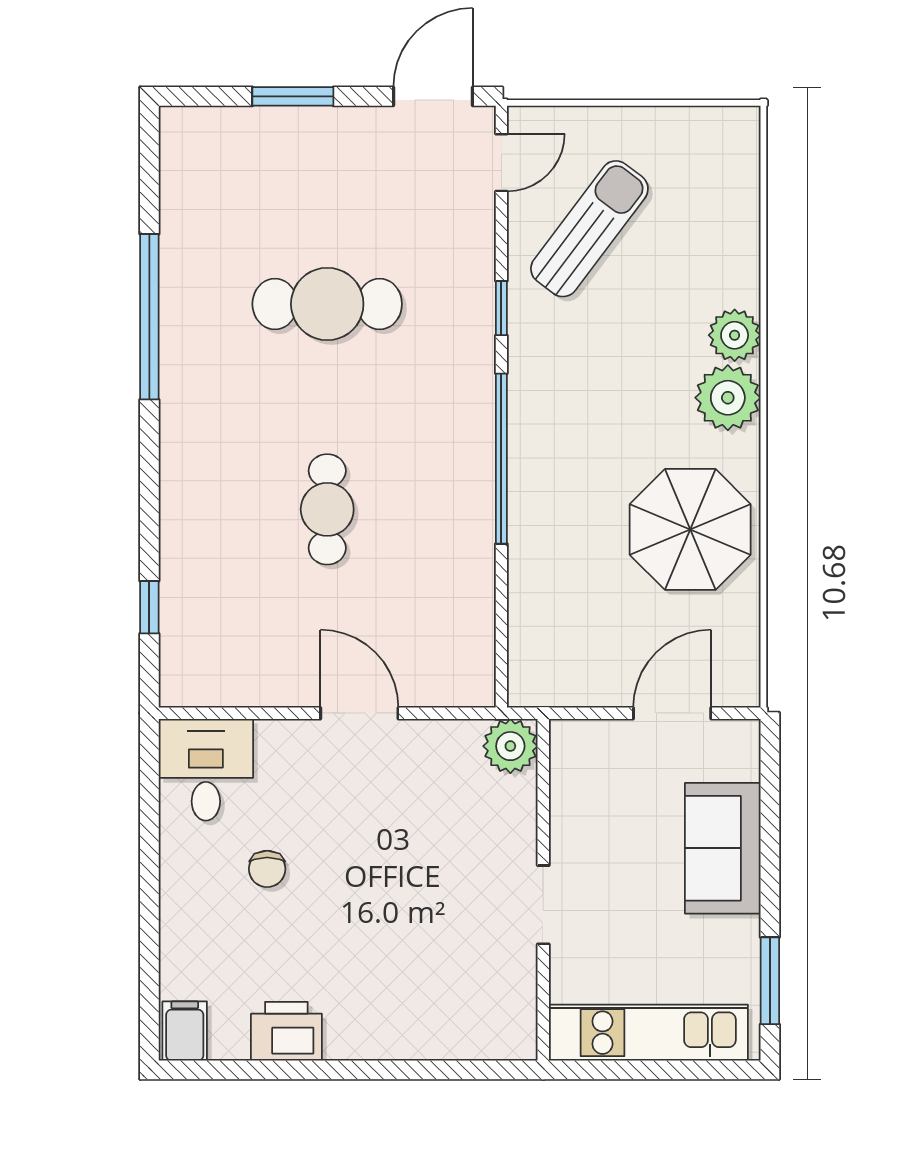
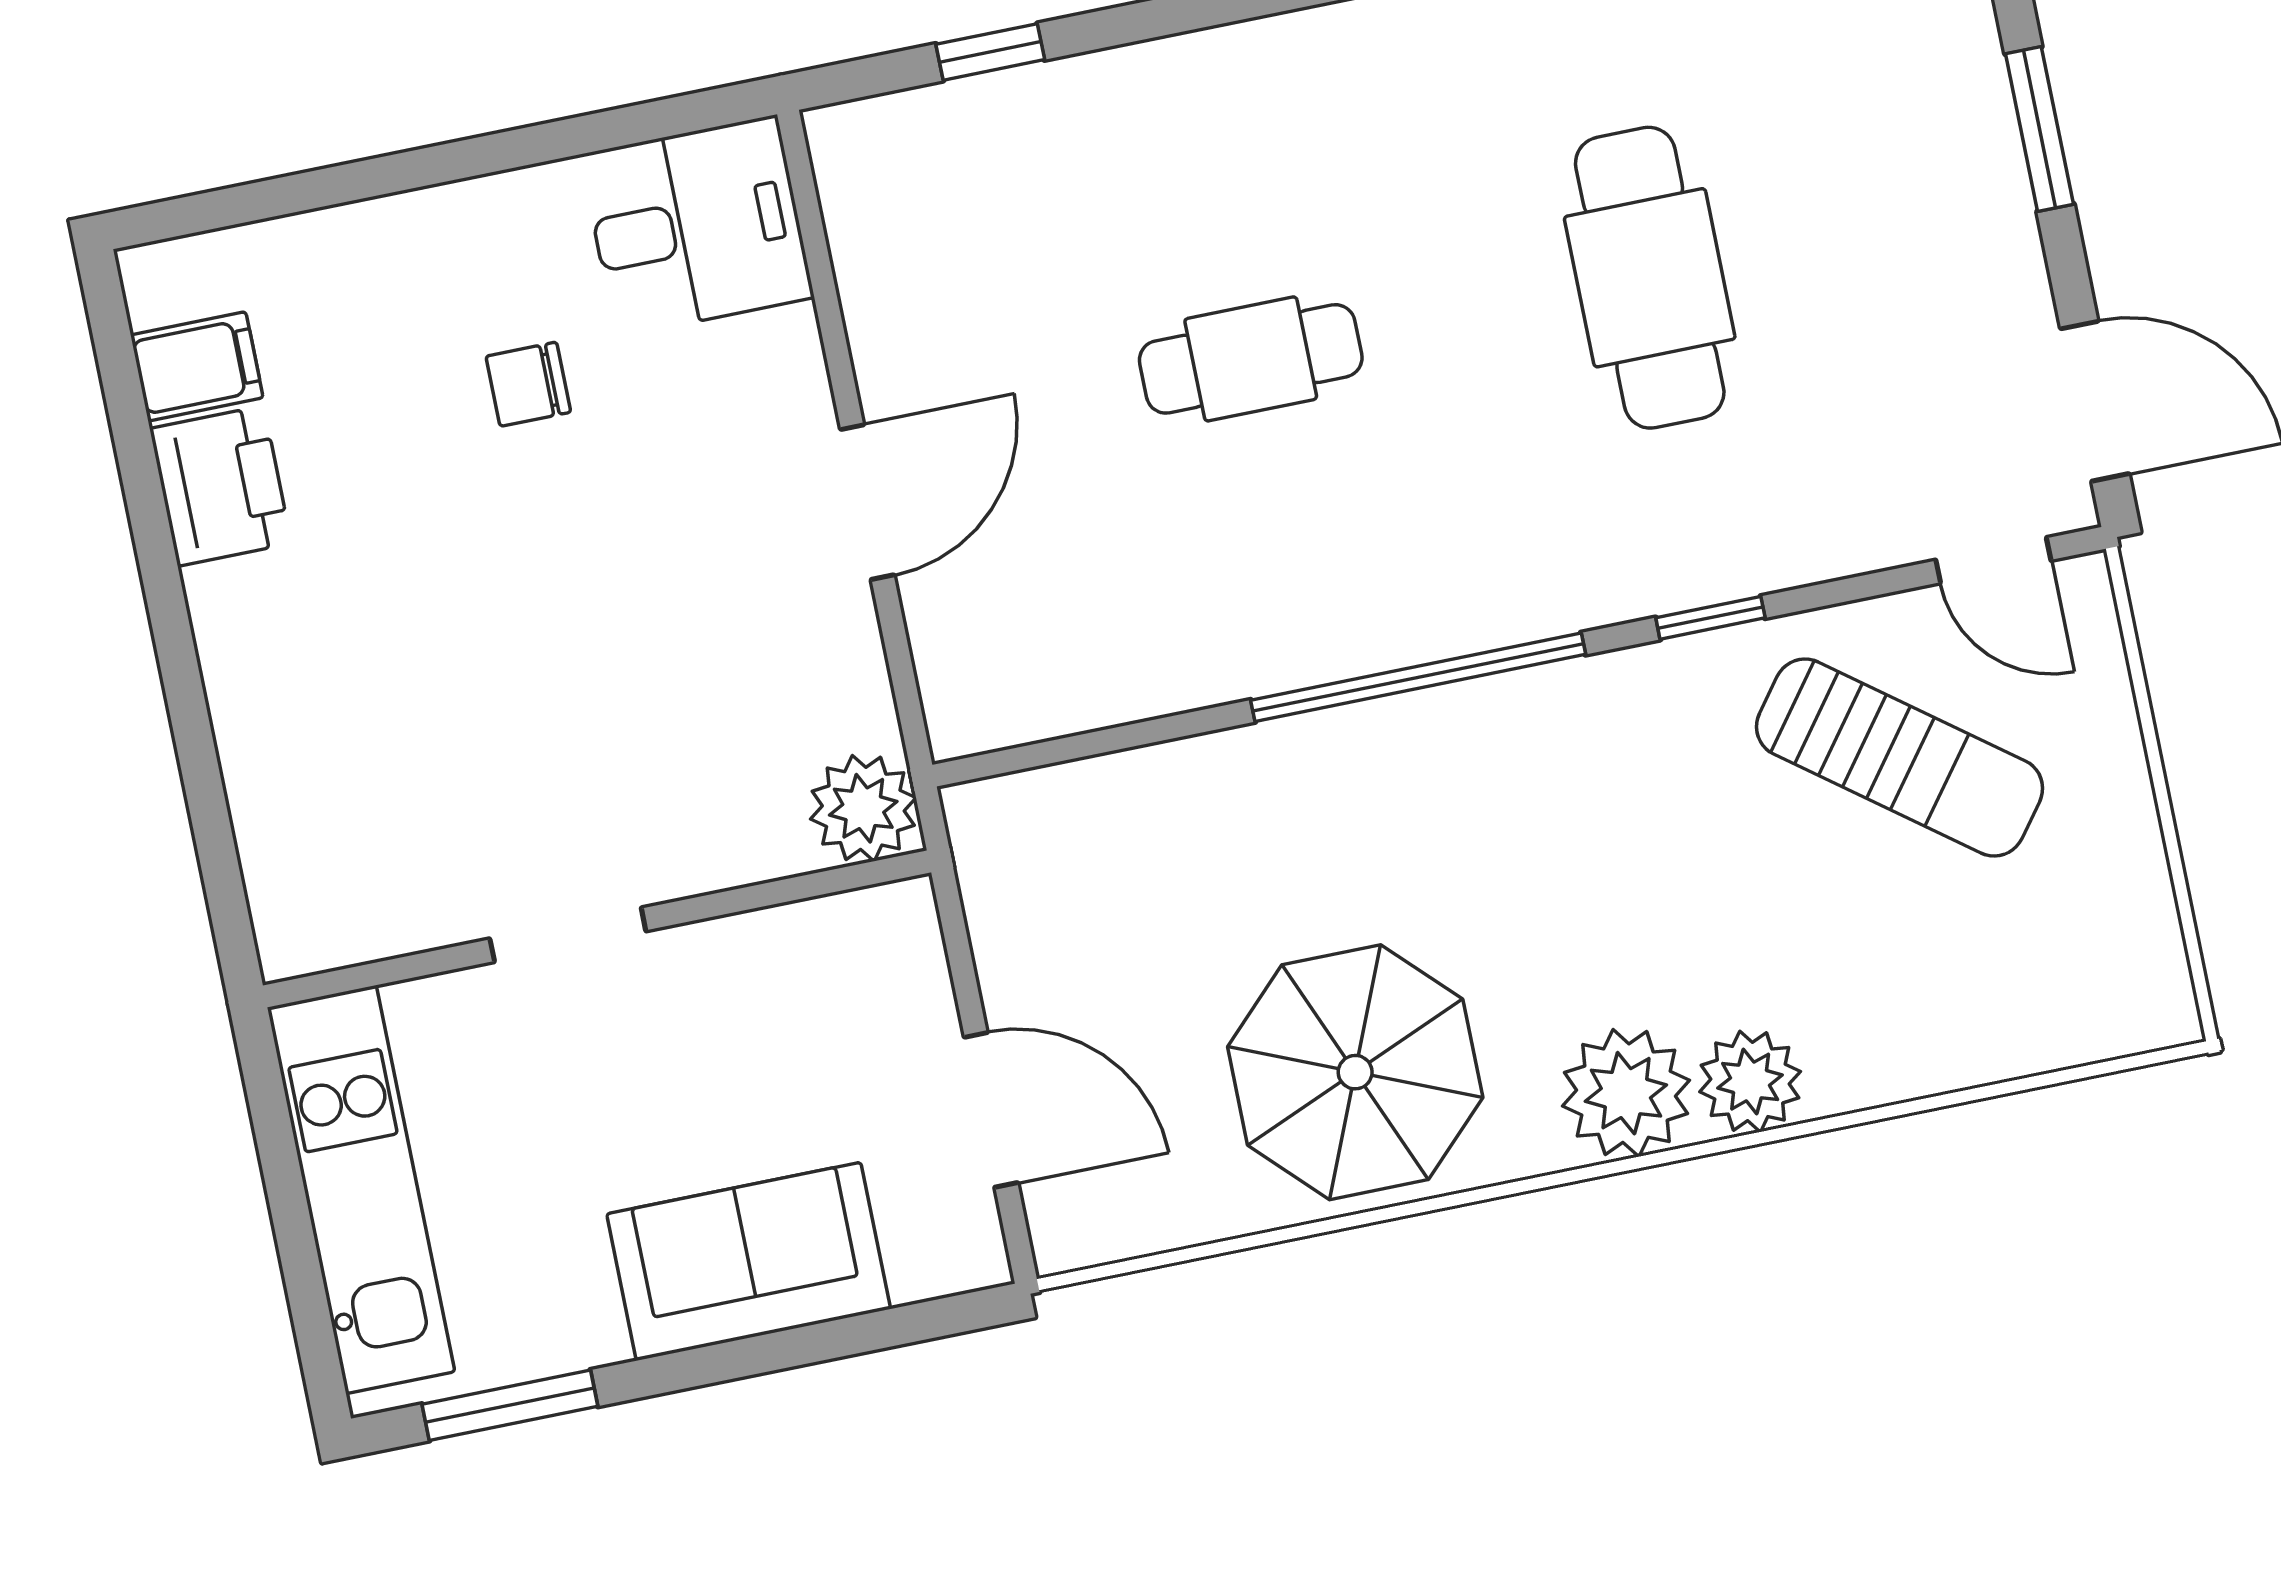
filing cabinet: (185, 1031) -> (197, 366), moved

